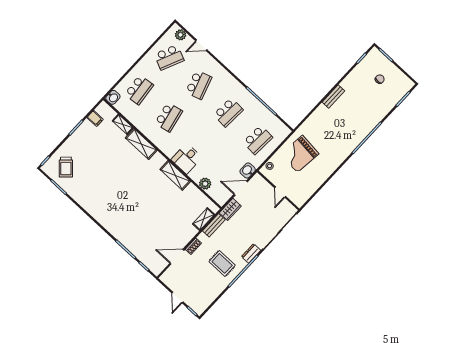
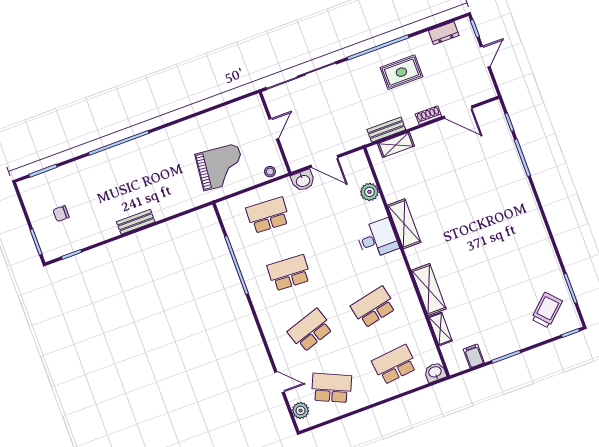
wardrobe: (230, 209) -> (353, 140), removed
dresser: (251, 253) -> (444, 33), moved
rug: (222, 263) -> (401, 72), turned 90

